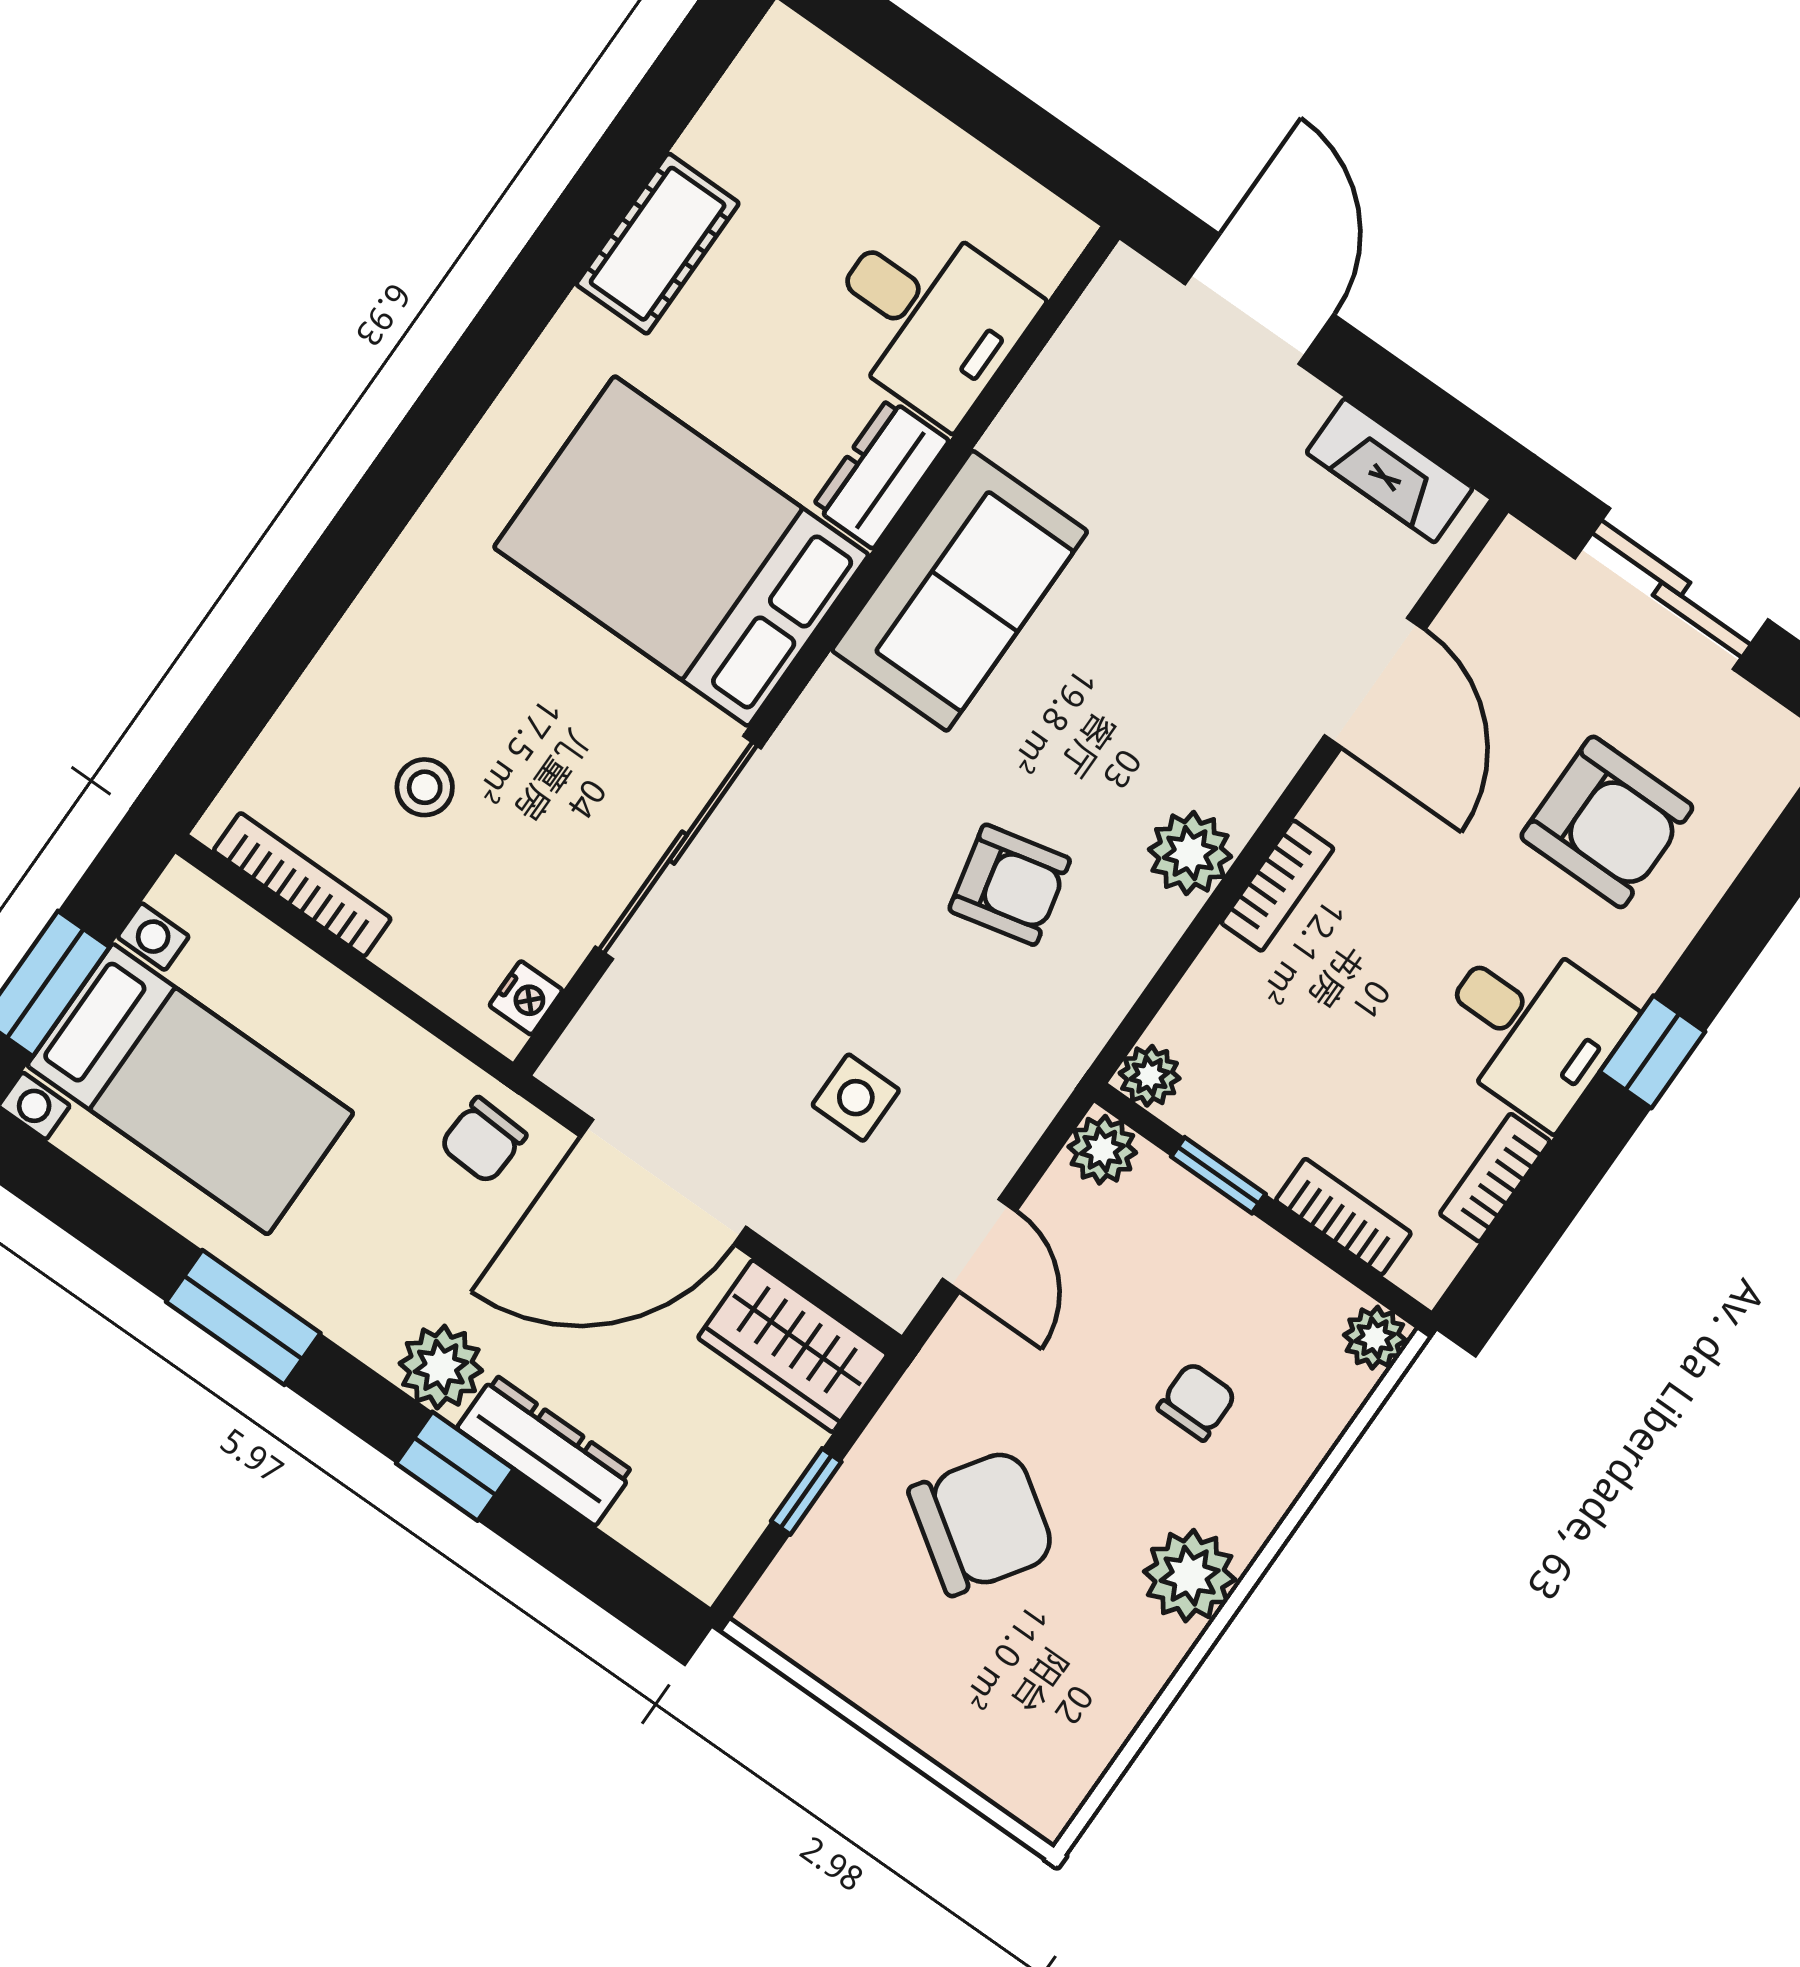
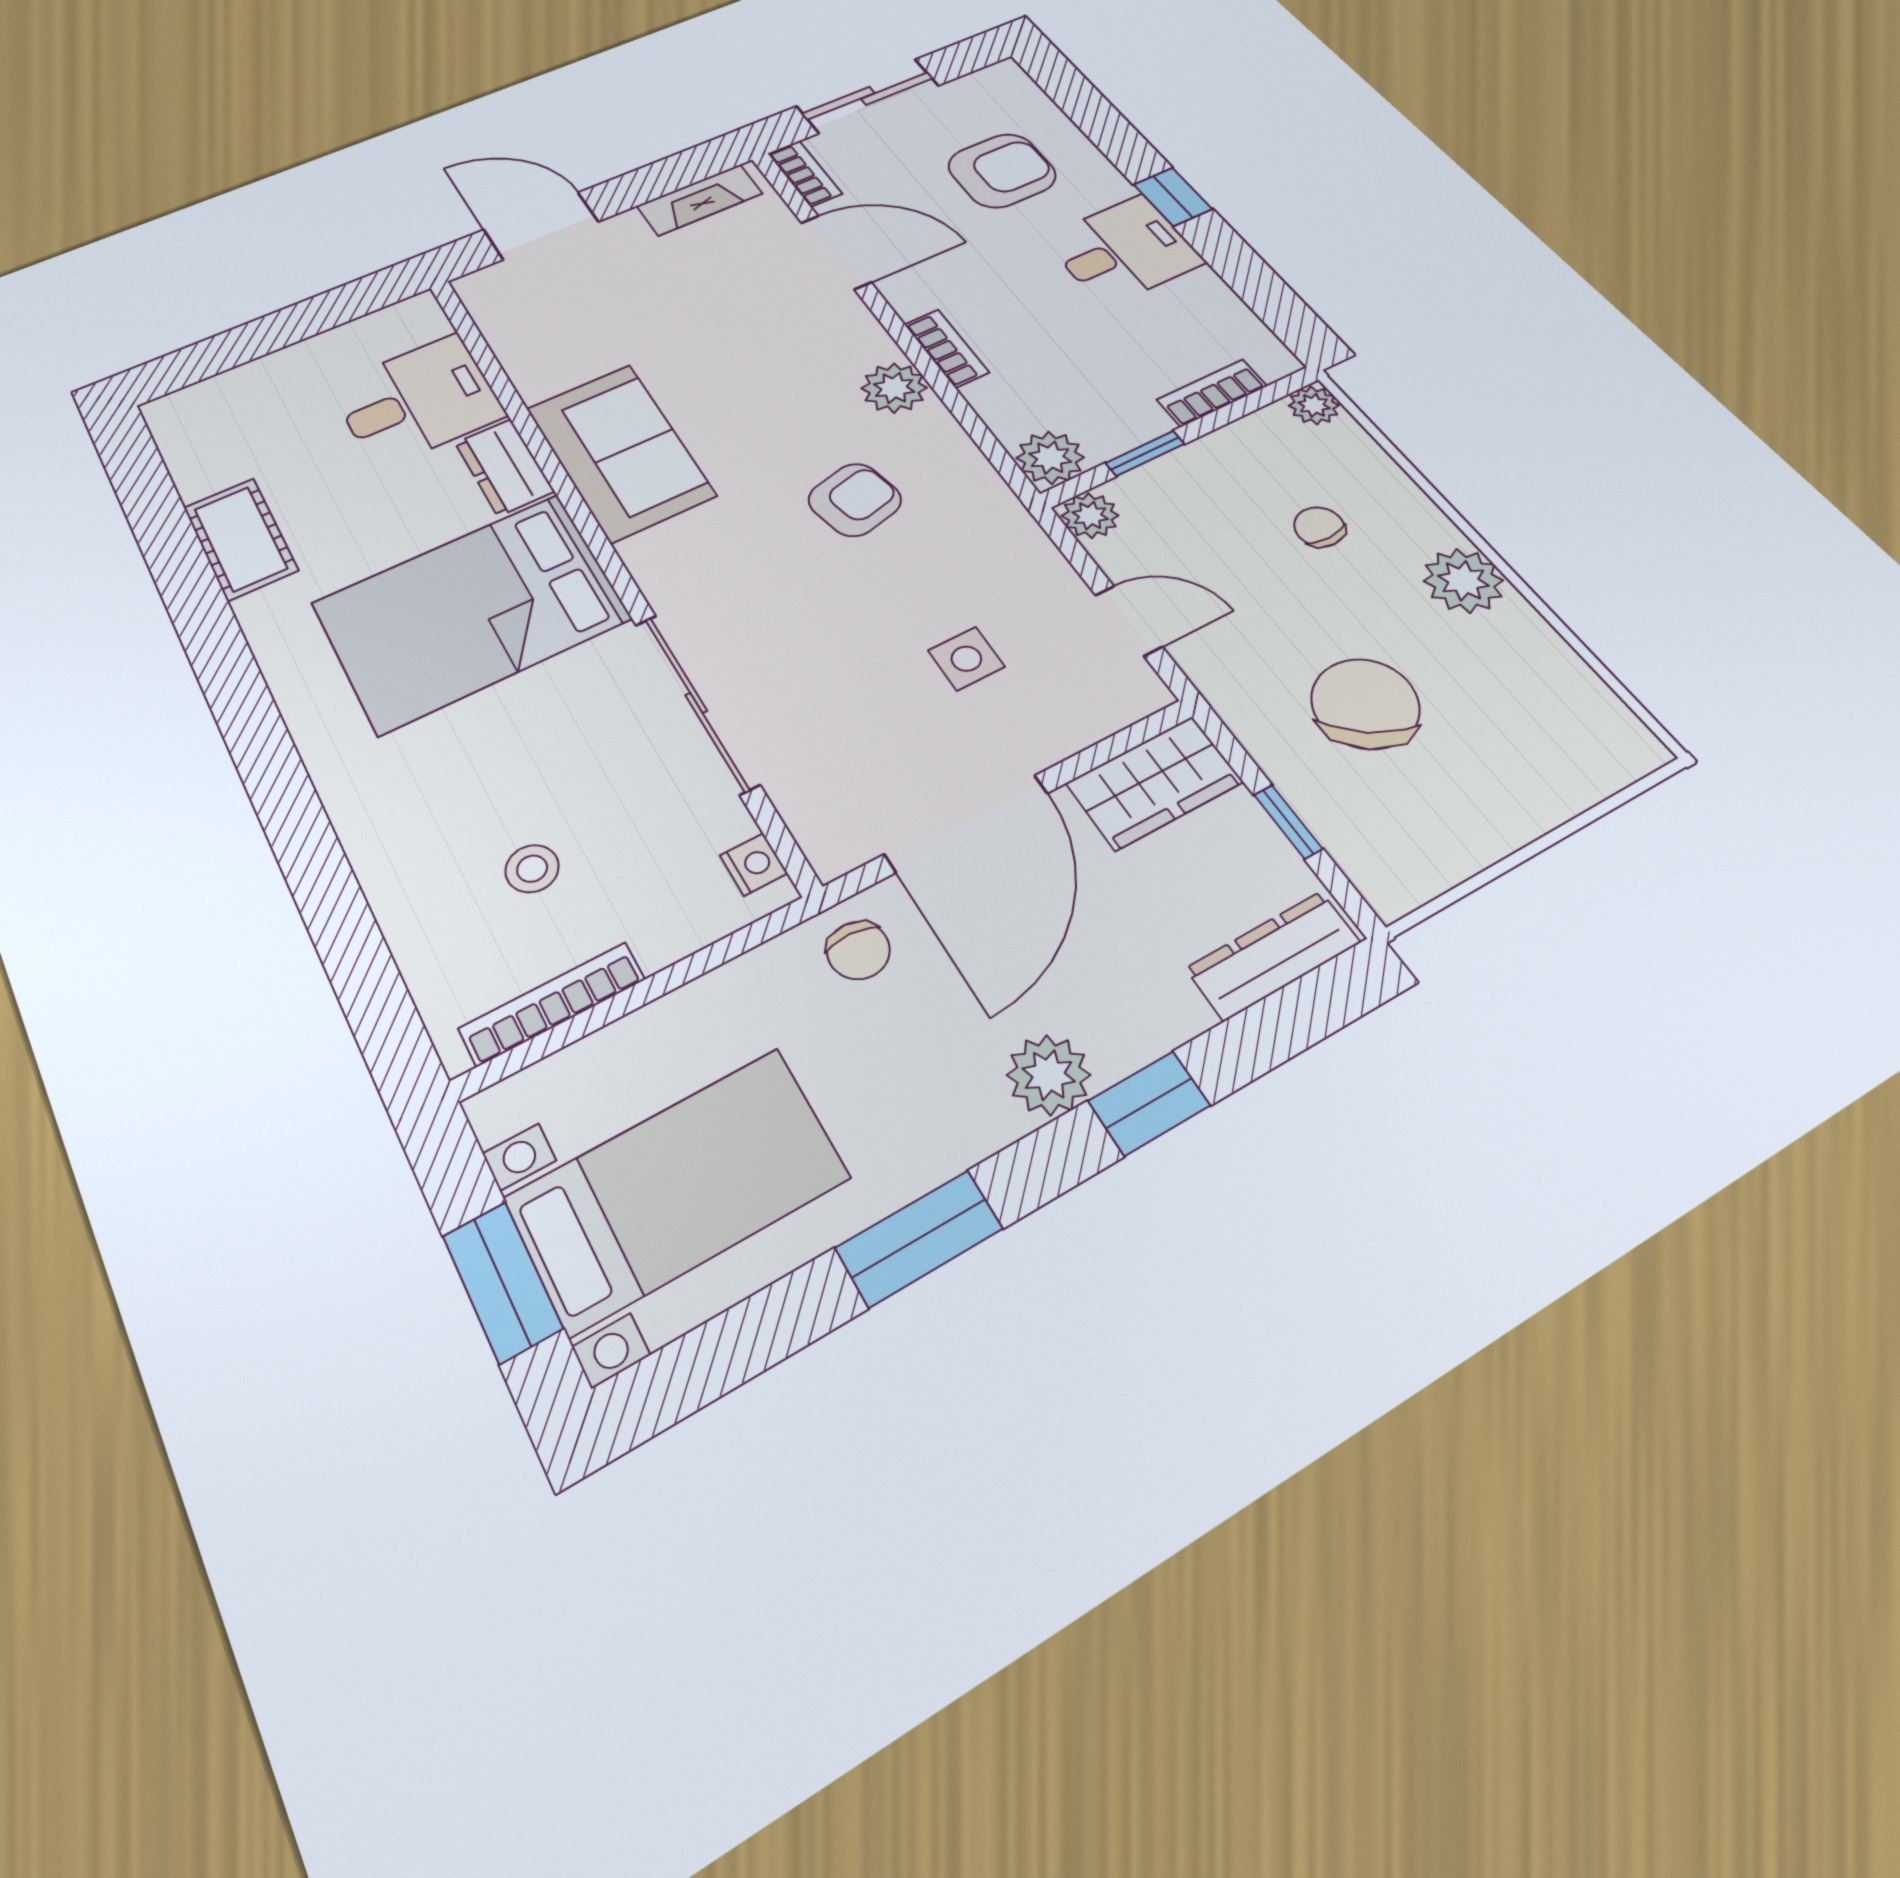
plant: (1150, 1076) -> (1050, 458), width x1.38, depth x1.38
bookcase: (1495, 1178) -> (805, 173), moved, turned 180
dresser: (545, 1450) -> (1273, 955), moved

